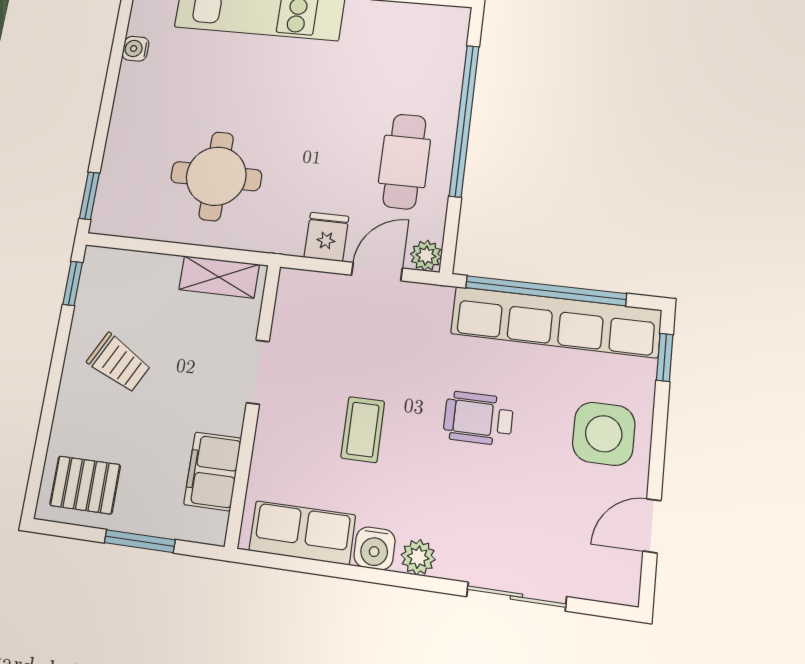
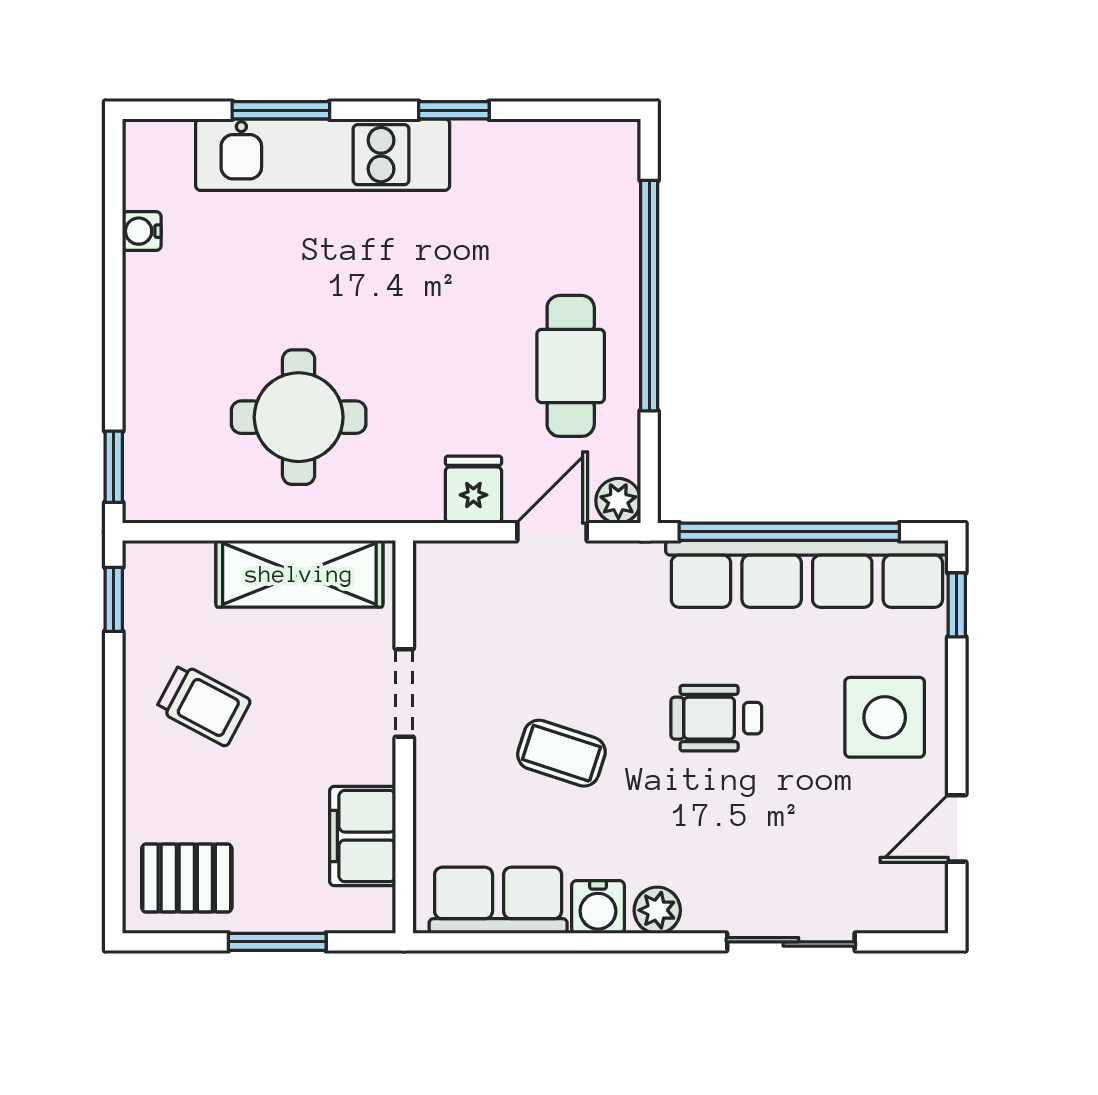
shelving: (219, 277) -> (299, 574), width x1.50, depth x1.33
coffee table: (363, 430) -> (561, 753), turned -72

